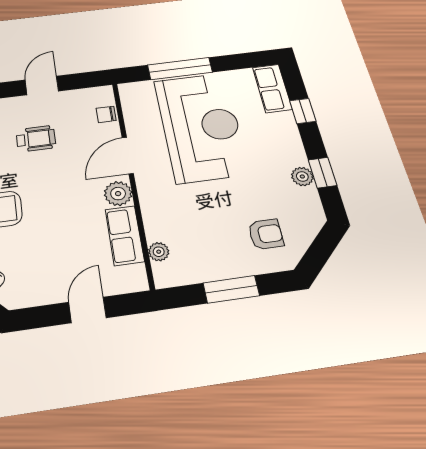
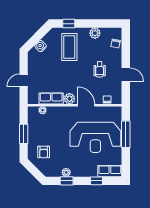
door: (87, 310) -> (24, 80), swing flipped

